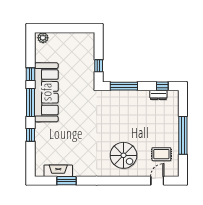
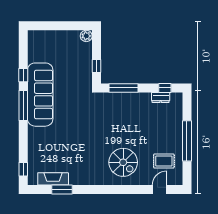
plant: (43, 38) -> (86, 36), moved
window: (31, 135) -> (23, 169), moved

